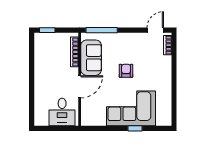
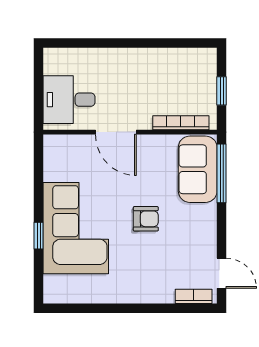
window: (47, 30) -> (222, 91), moved
sofa: (91, 58) -> (198, 169), moved, turned 90

